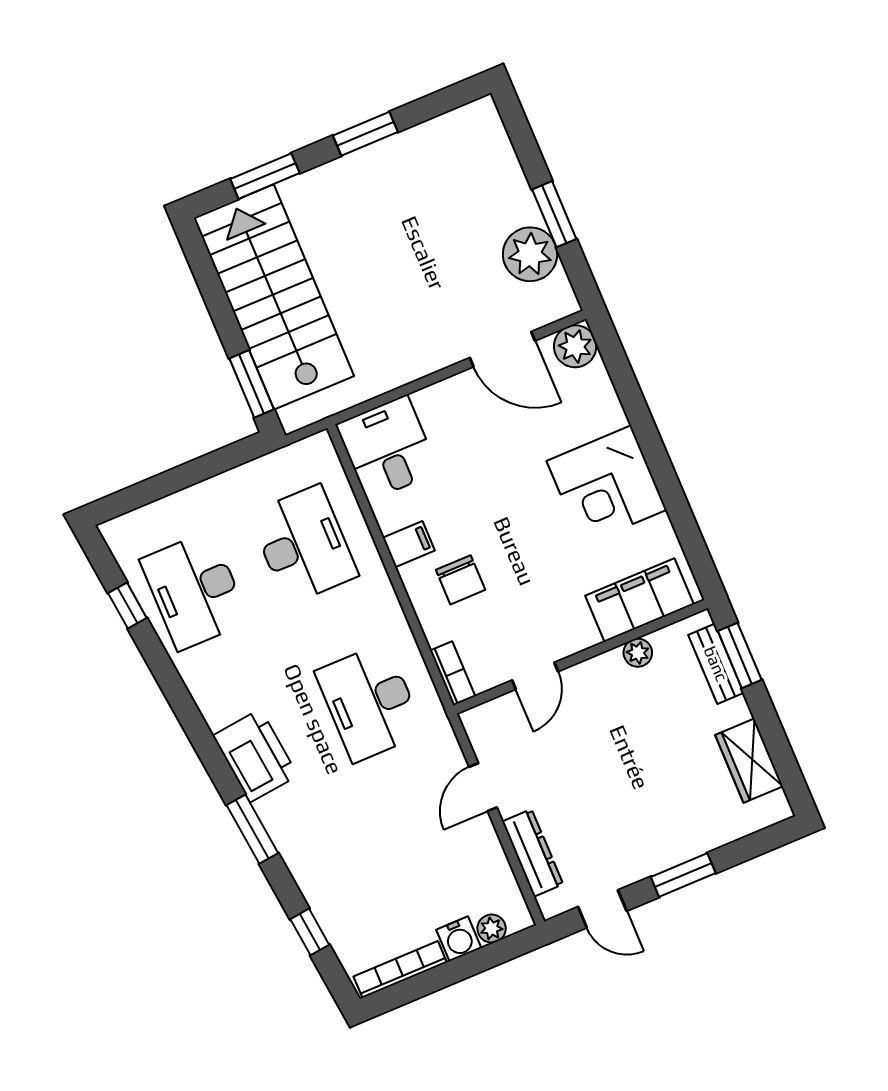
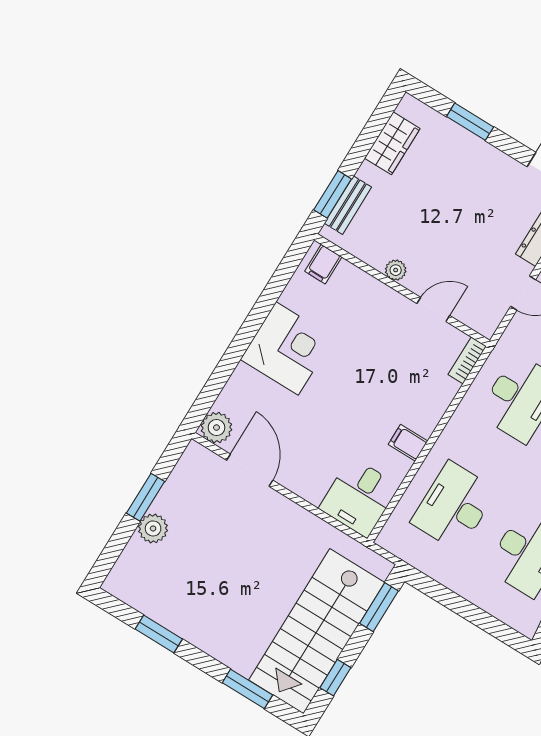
window: (365, 134) -> (159, 634), moved
plant: (530, 254) -> (153, 528), moved, width x0.73, depth x0.73
window: (208, 281) -> (335, 678), added
chair: (461, 580) -> (407, 396), removed
filing cabinet: (640, 600) -> (323, 264), width x0.33, depth x0.86
plant: (638, 653) -> (396, 270), moved
window: (683, 875) -> (470, 122), moved

